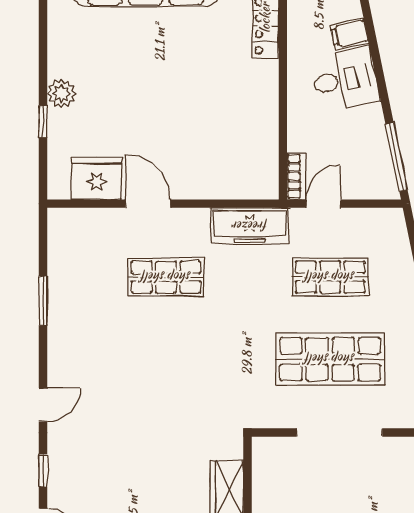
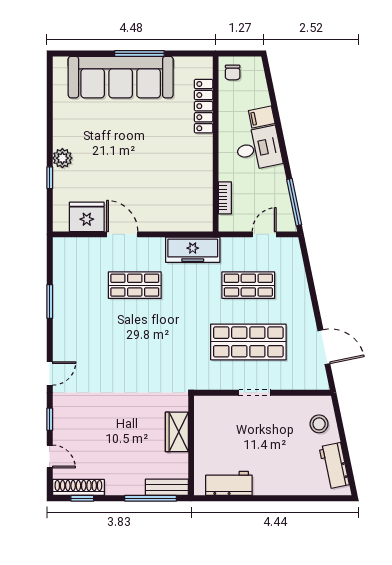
bookcase: (296, 176) -> (225, 198), moved
door: (323, 204) -> (264, 234), moved
doorway: (339, 433) -> (255, 393), width x0.53

